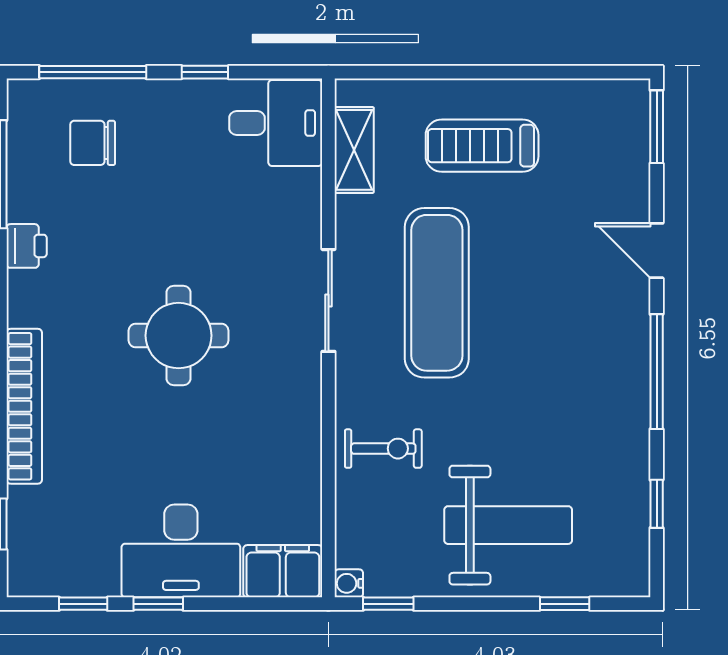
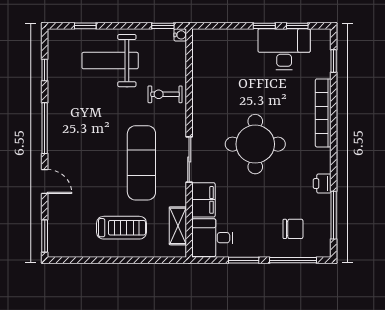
window: (205, 72) -> (244, 260), width x1.50
round table: (179, 336) -> (255, 144), width x1.36, depth x1.36
desk: (181, 551) -> (284, 49), moved
filing cabinet: (283, 571) -> (204, 200), moved, turned -90

